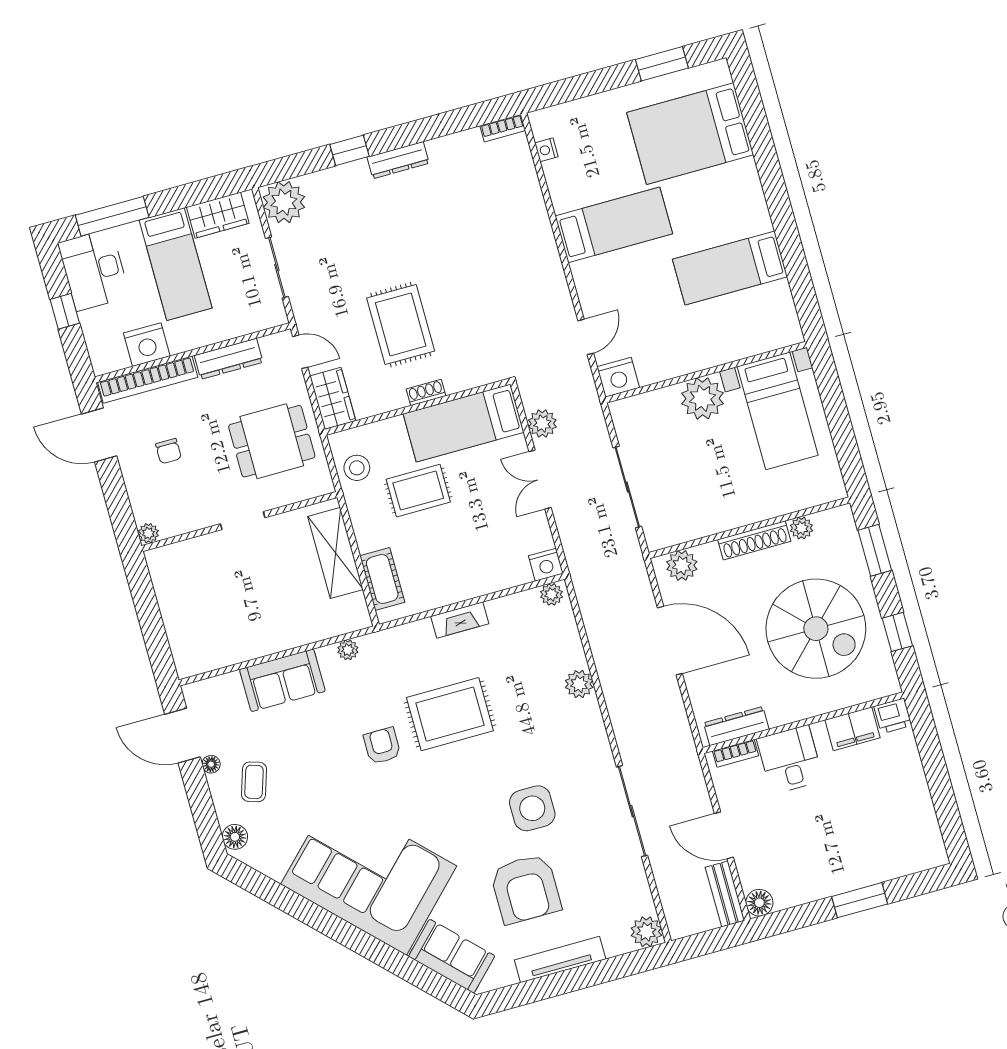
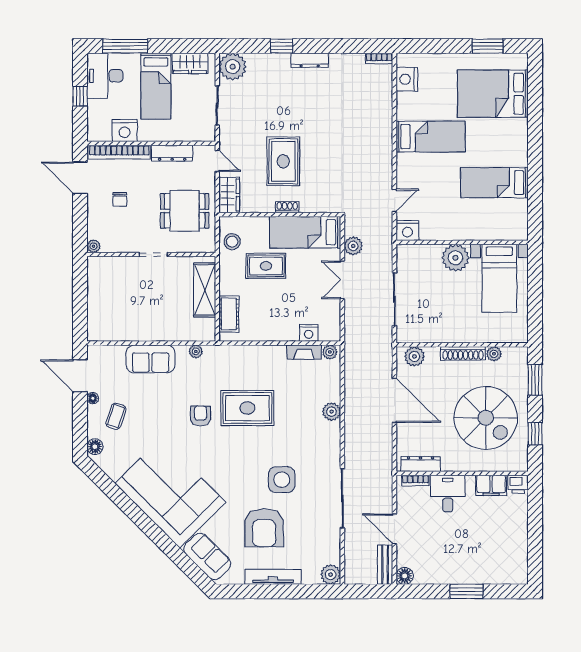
nightstand: (546, 150) -> (407, 79), width x1.89, depth x1.79
nightstand: (546, 565) -> (309, 333), moved
fireplace: (460, 620) -> (304, 352), moved

